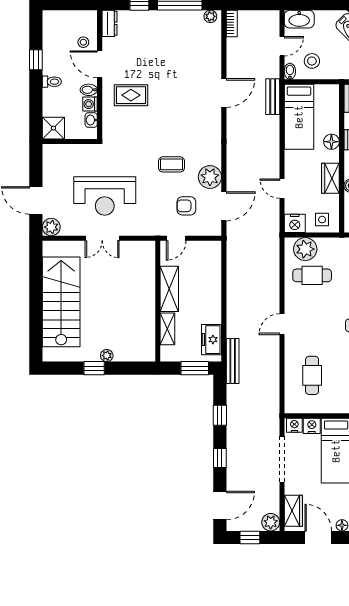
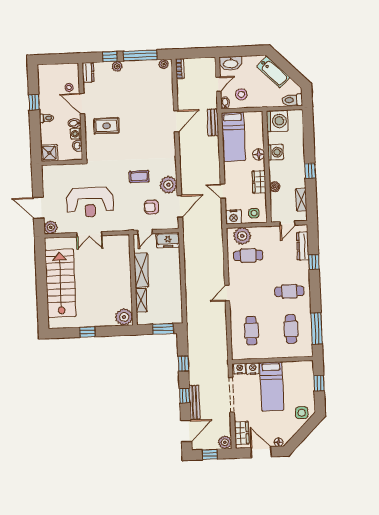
plant: (149, 17) -> (117, 66), added
freezer: (212, 340) -> (168, 240), moved, turned -90
plant: (107, 356) -> (124, 317), moved, width x1.87, depth x1.87
bench: (233, 361) -> (195, 402), moved

